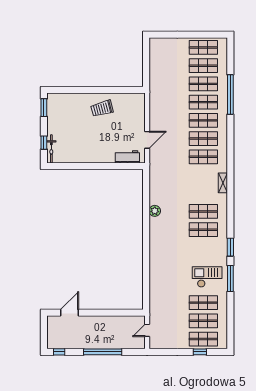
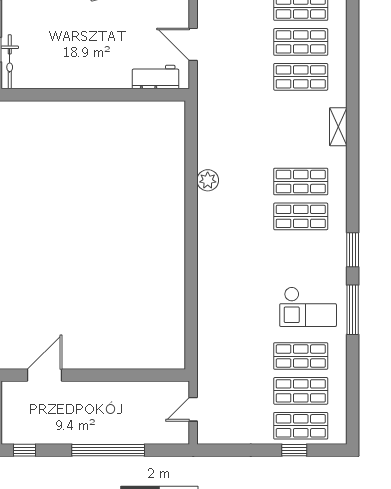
door: (147, 140) -> (193, 44), swing flipped
checkout: (207, 277) -> (308, 307), turned 180

